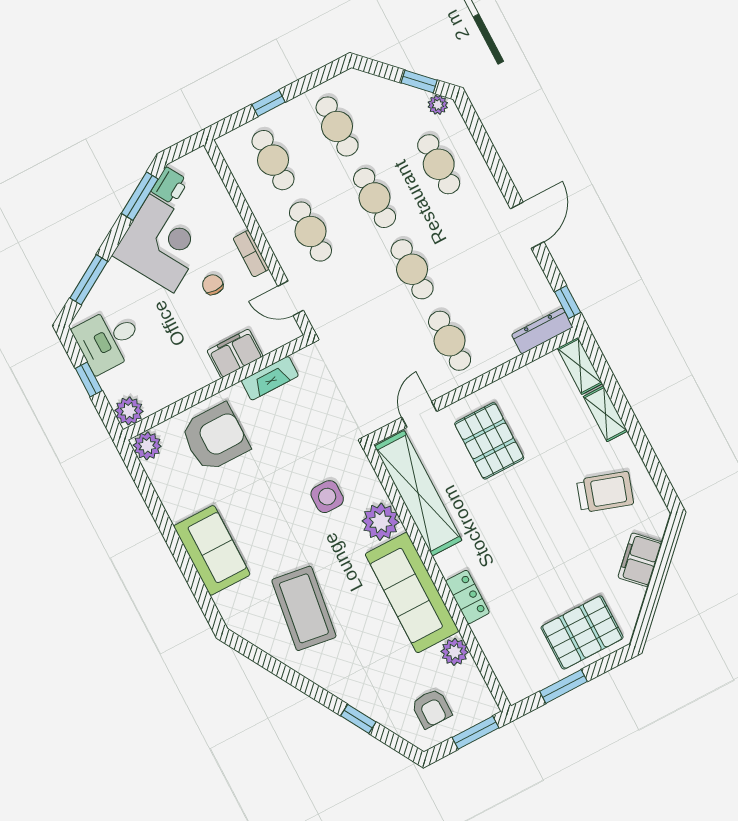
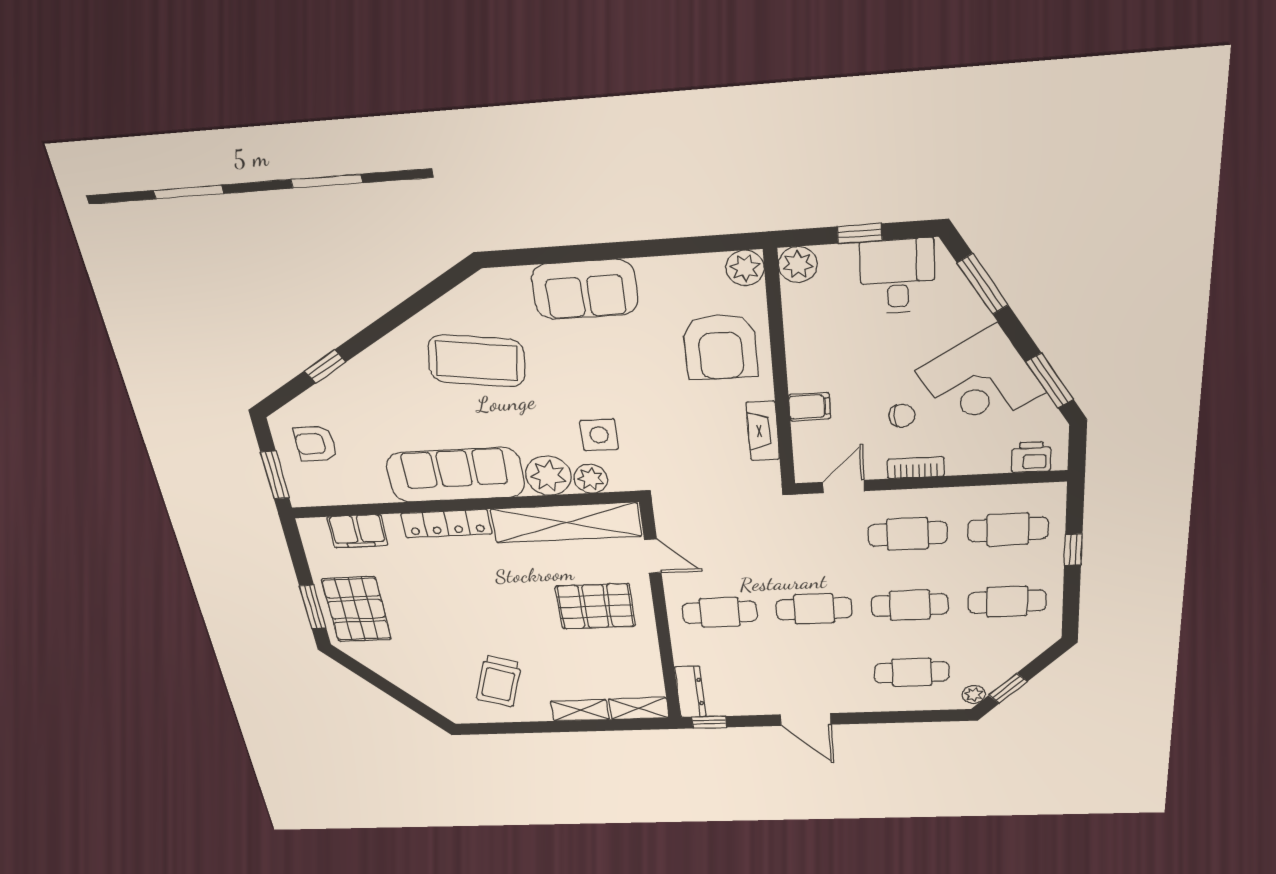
printer: (170, 186) -> (1031, 457), moved, turned 121
filing cabinet: (235, 354) -> (810, 407), width x0.50
filing cabinet: (640, 560) -> (358, 531), moved, turned 135
locker: (468, 597) -> (446, 524), width x1.53
plant: (455, 652) -> (591, 479), moved
window: (564, 686) -> (313, 607), moved

